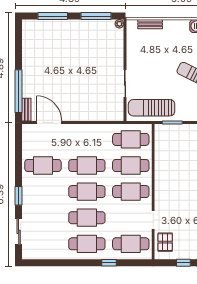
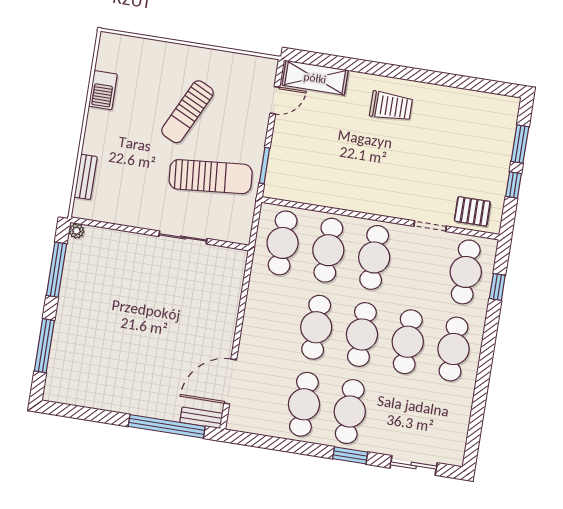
sun lounger: (152, 108) -> (211, 177), moved, turned -95
cafe table: (43, 192) -> (350, 412), added
window: (109, 263) -> (497, 287), moved

